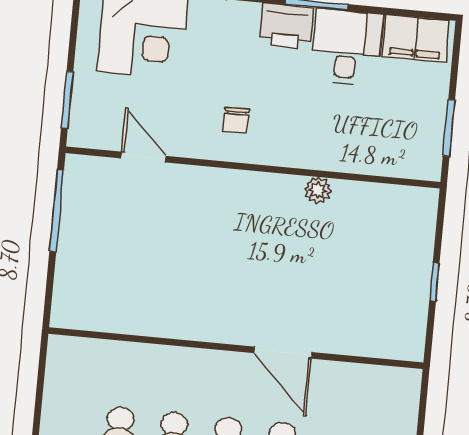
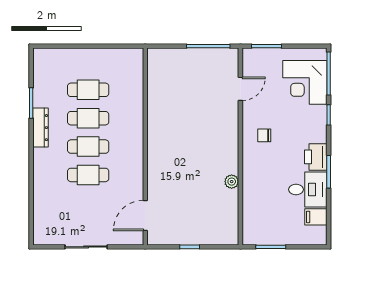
filing cabinet: (416, 38) -> (316, 217), width x0.50
door: (283, 353) -> (145, 215), moved

